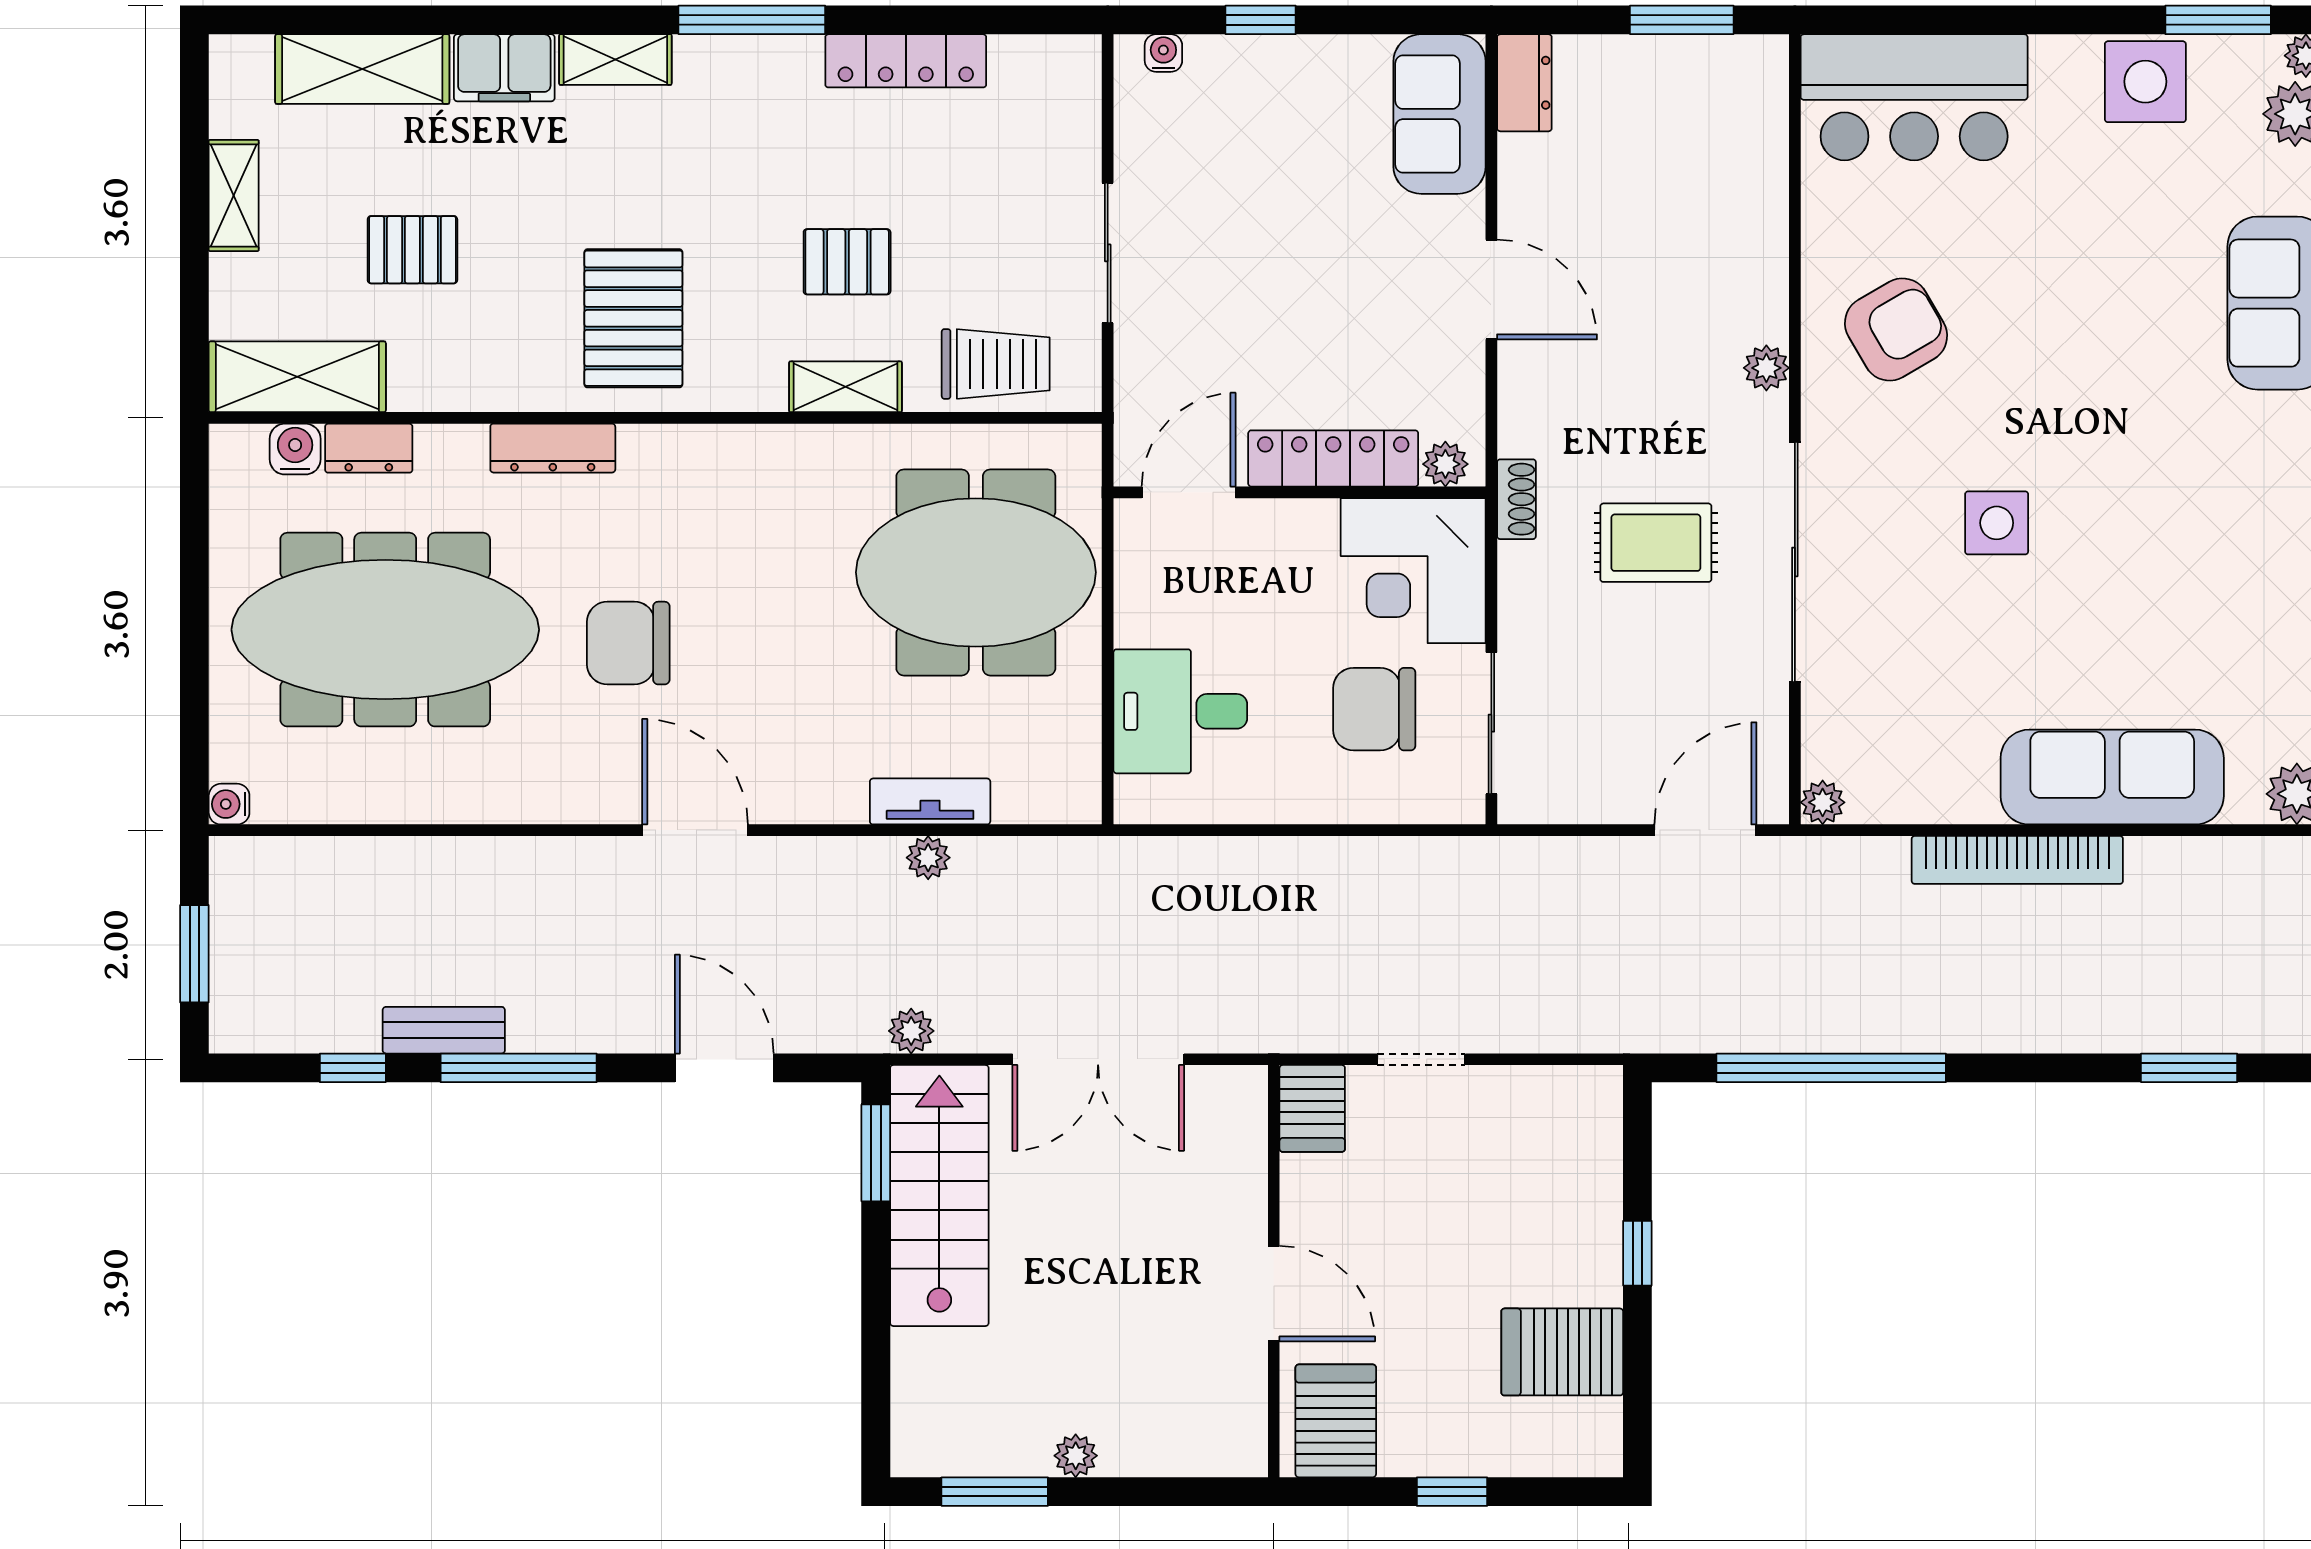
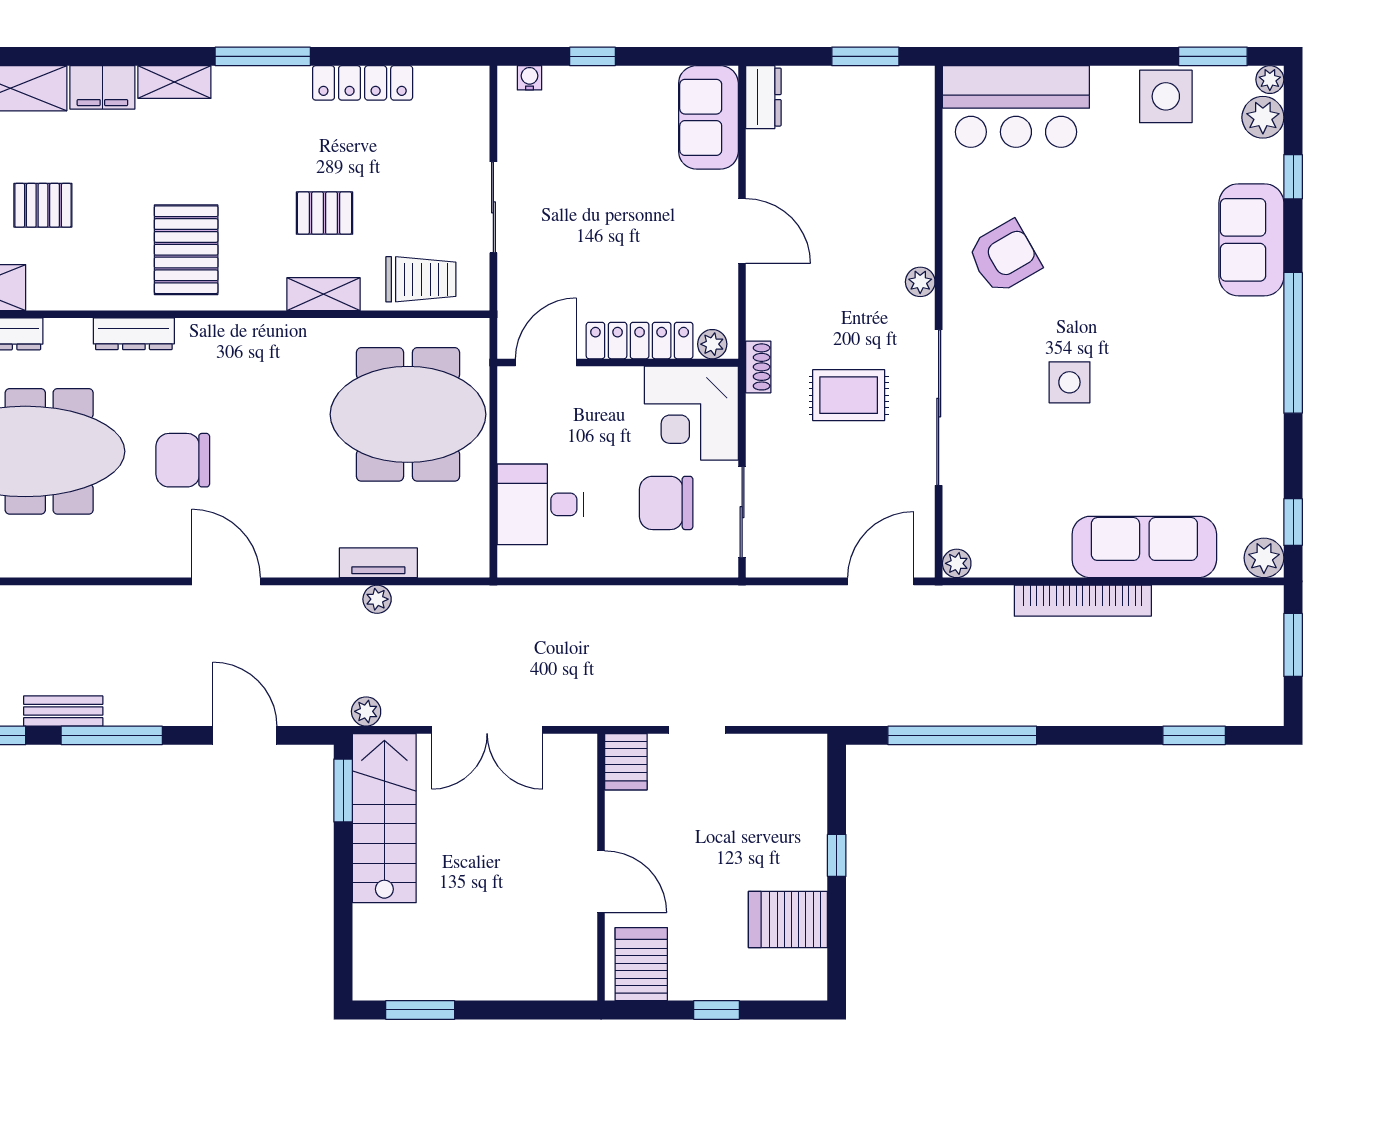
plant: (1076, 1456) -> (473, 987), removed

